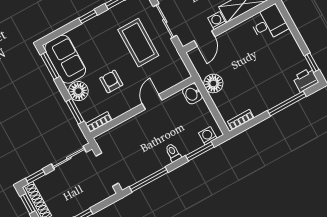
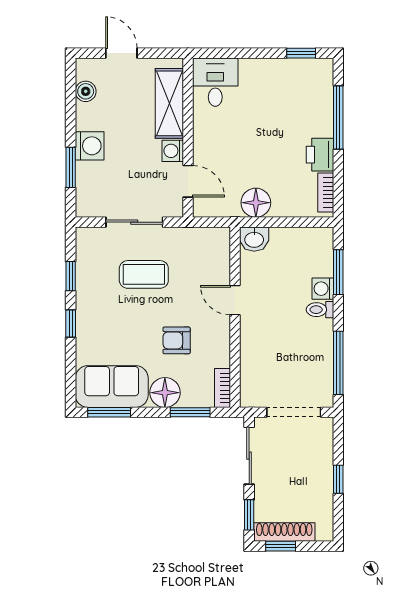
coffee table: (138, 43) -> (144, 274), width x0.73, depth x0.76
printer: (306, 80) -> (320, 155), moved
washing machine: (208, 136) -> (323, 289), moved

